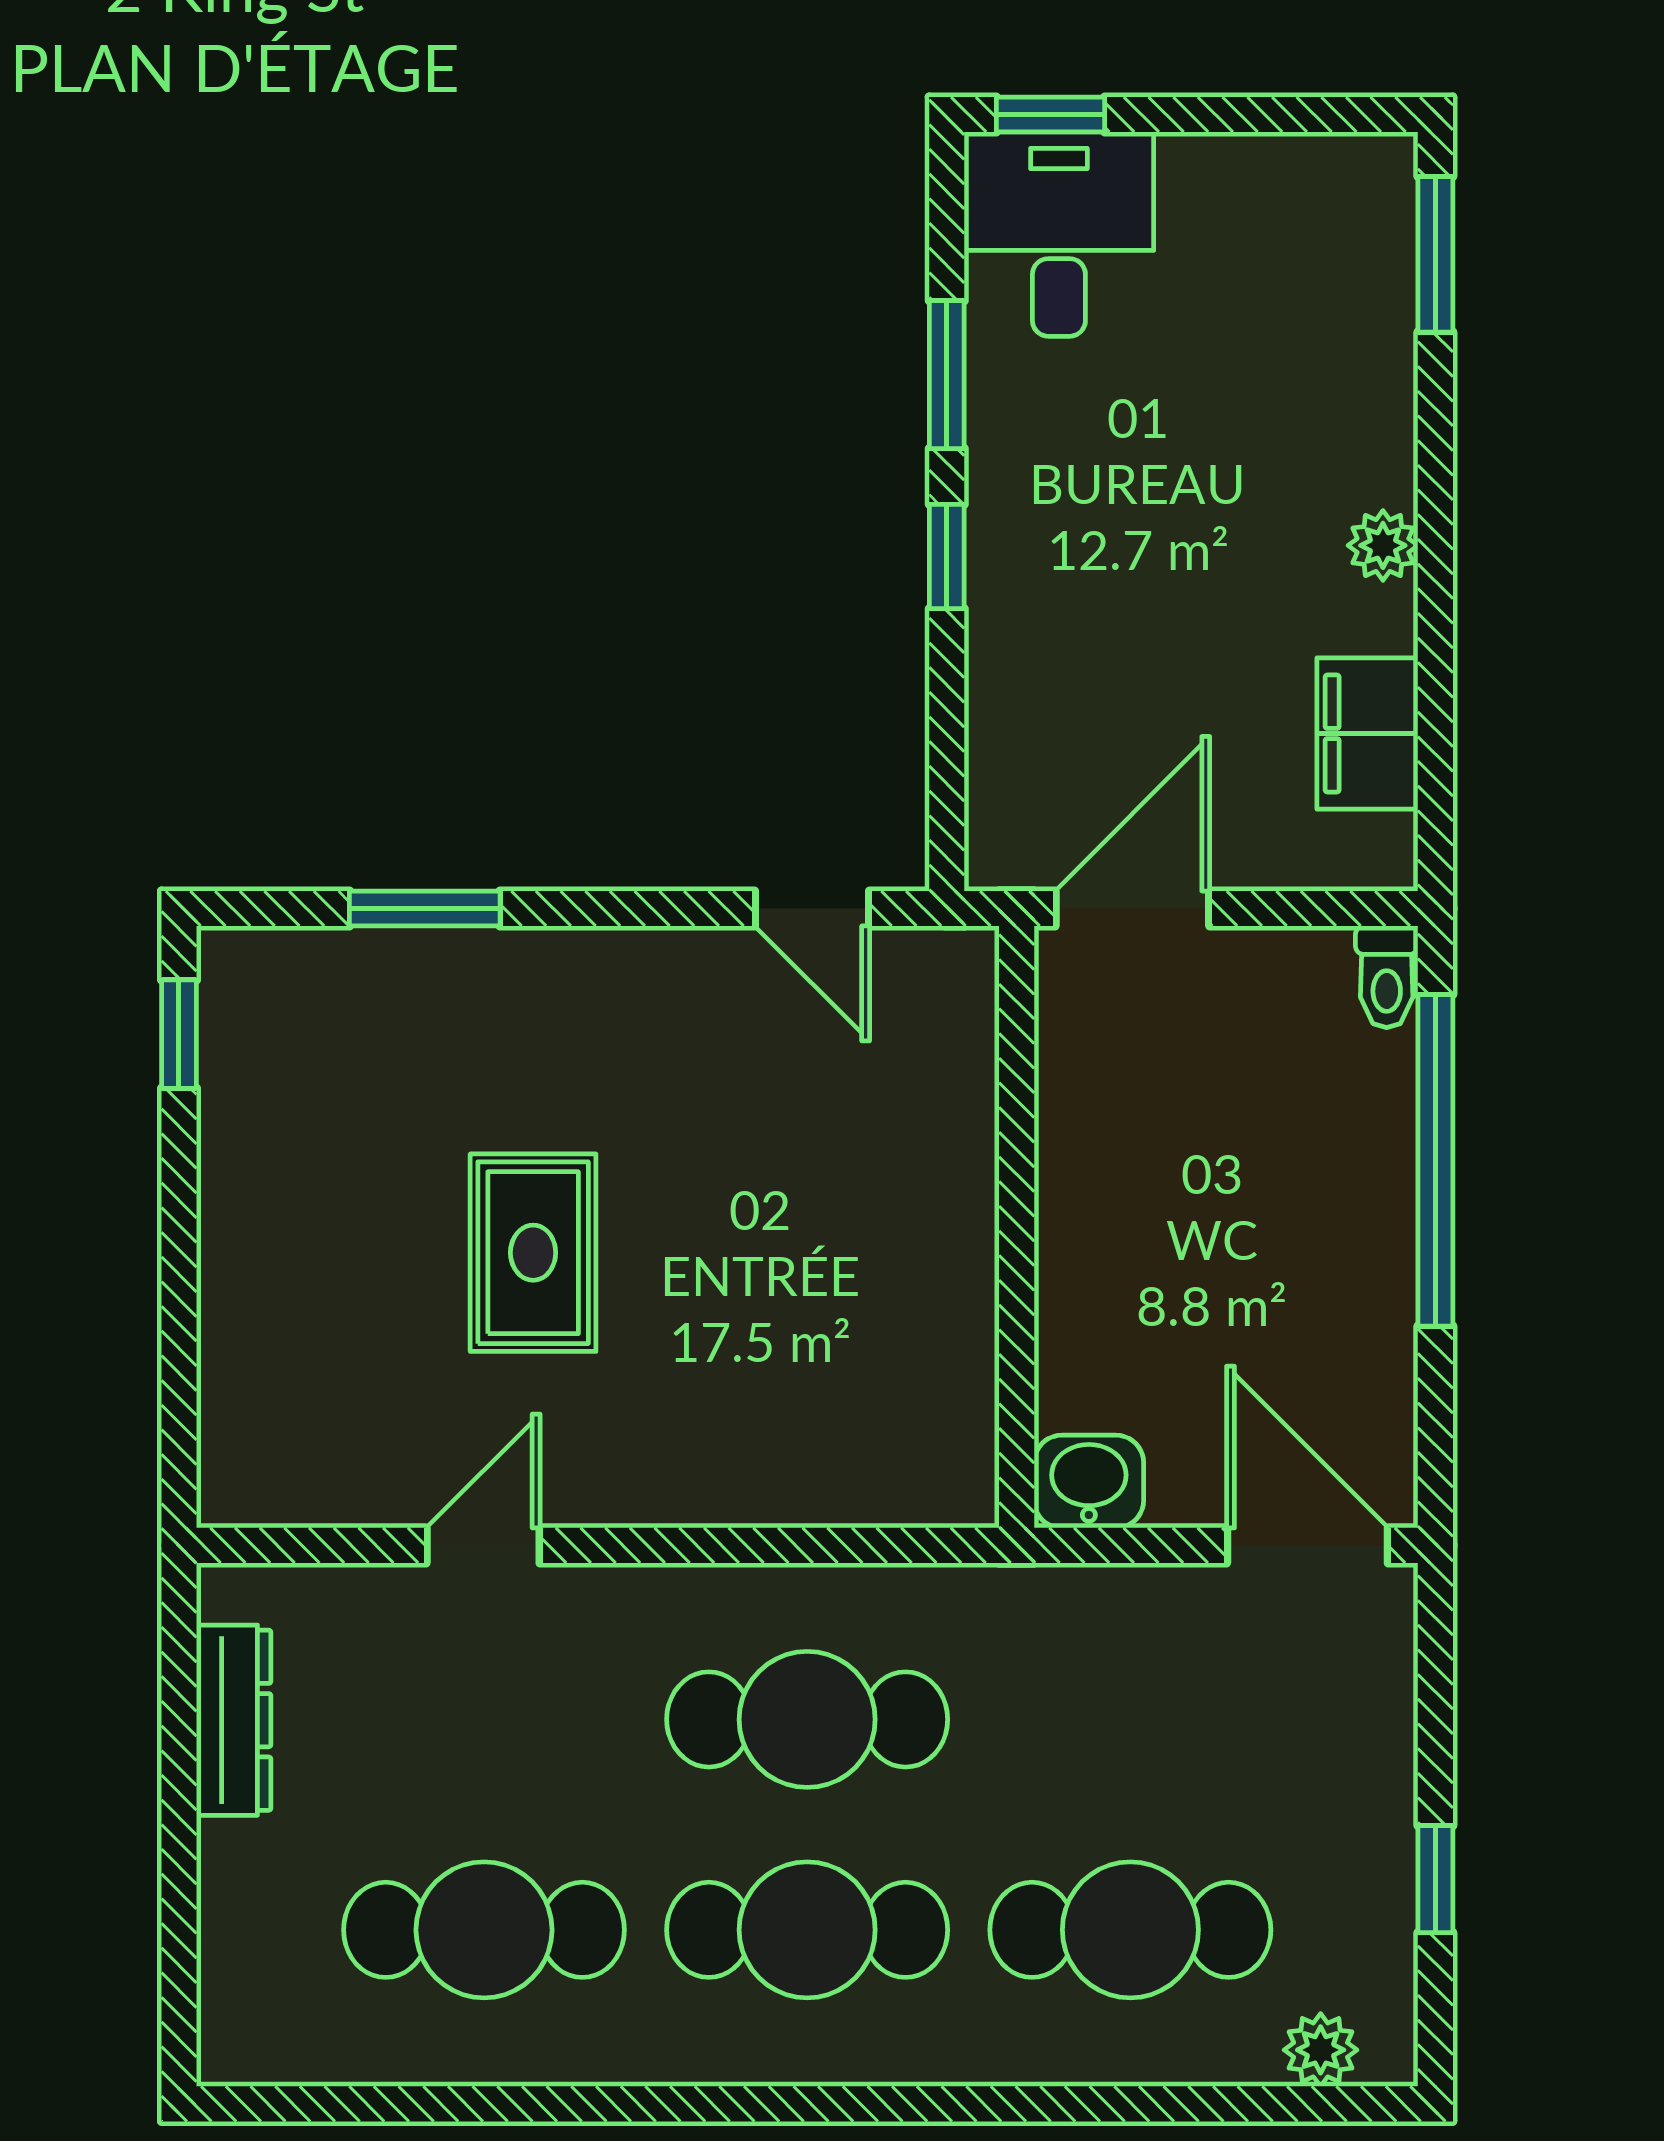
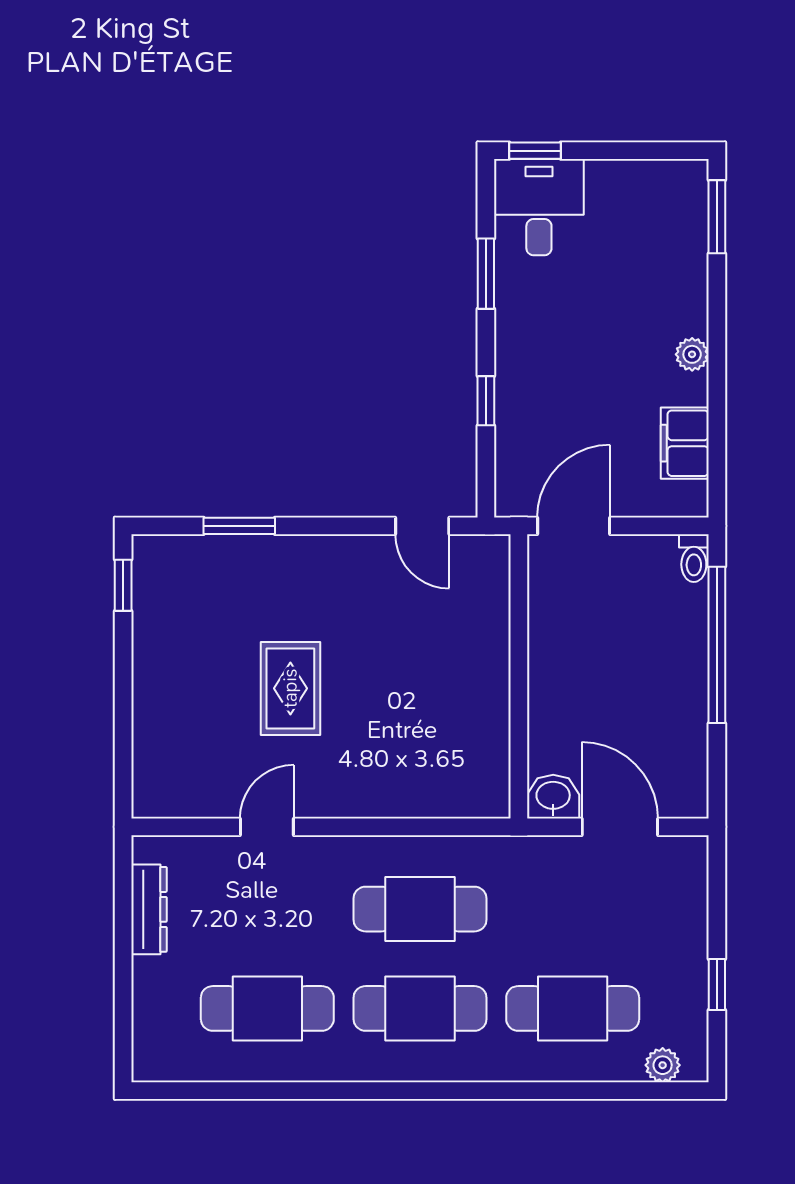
window: (947, 557) -> (486, 401), moved
door: (1307, 1545) -> (620, 827), moved

